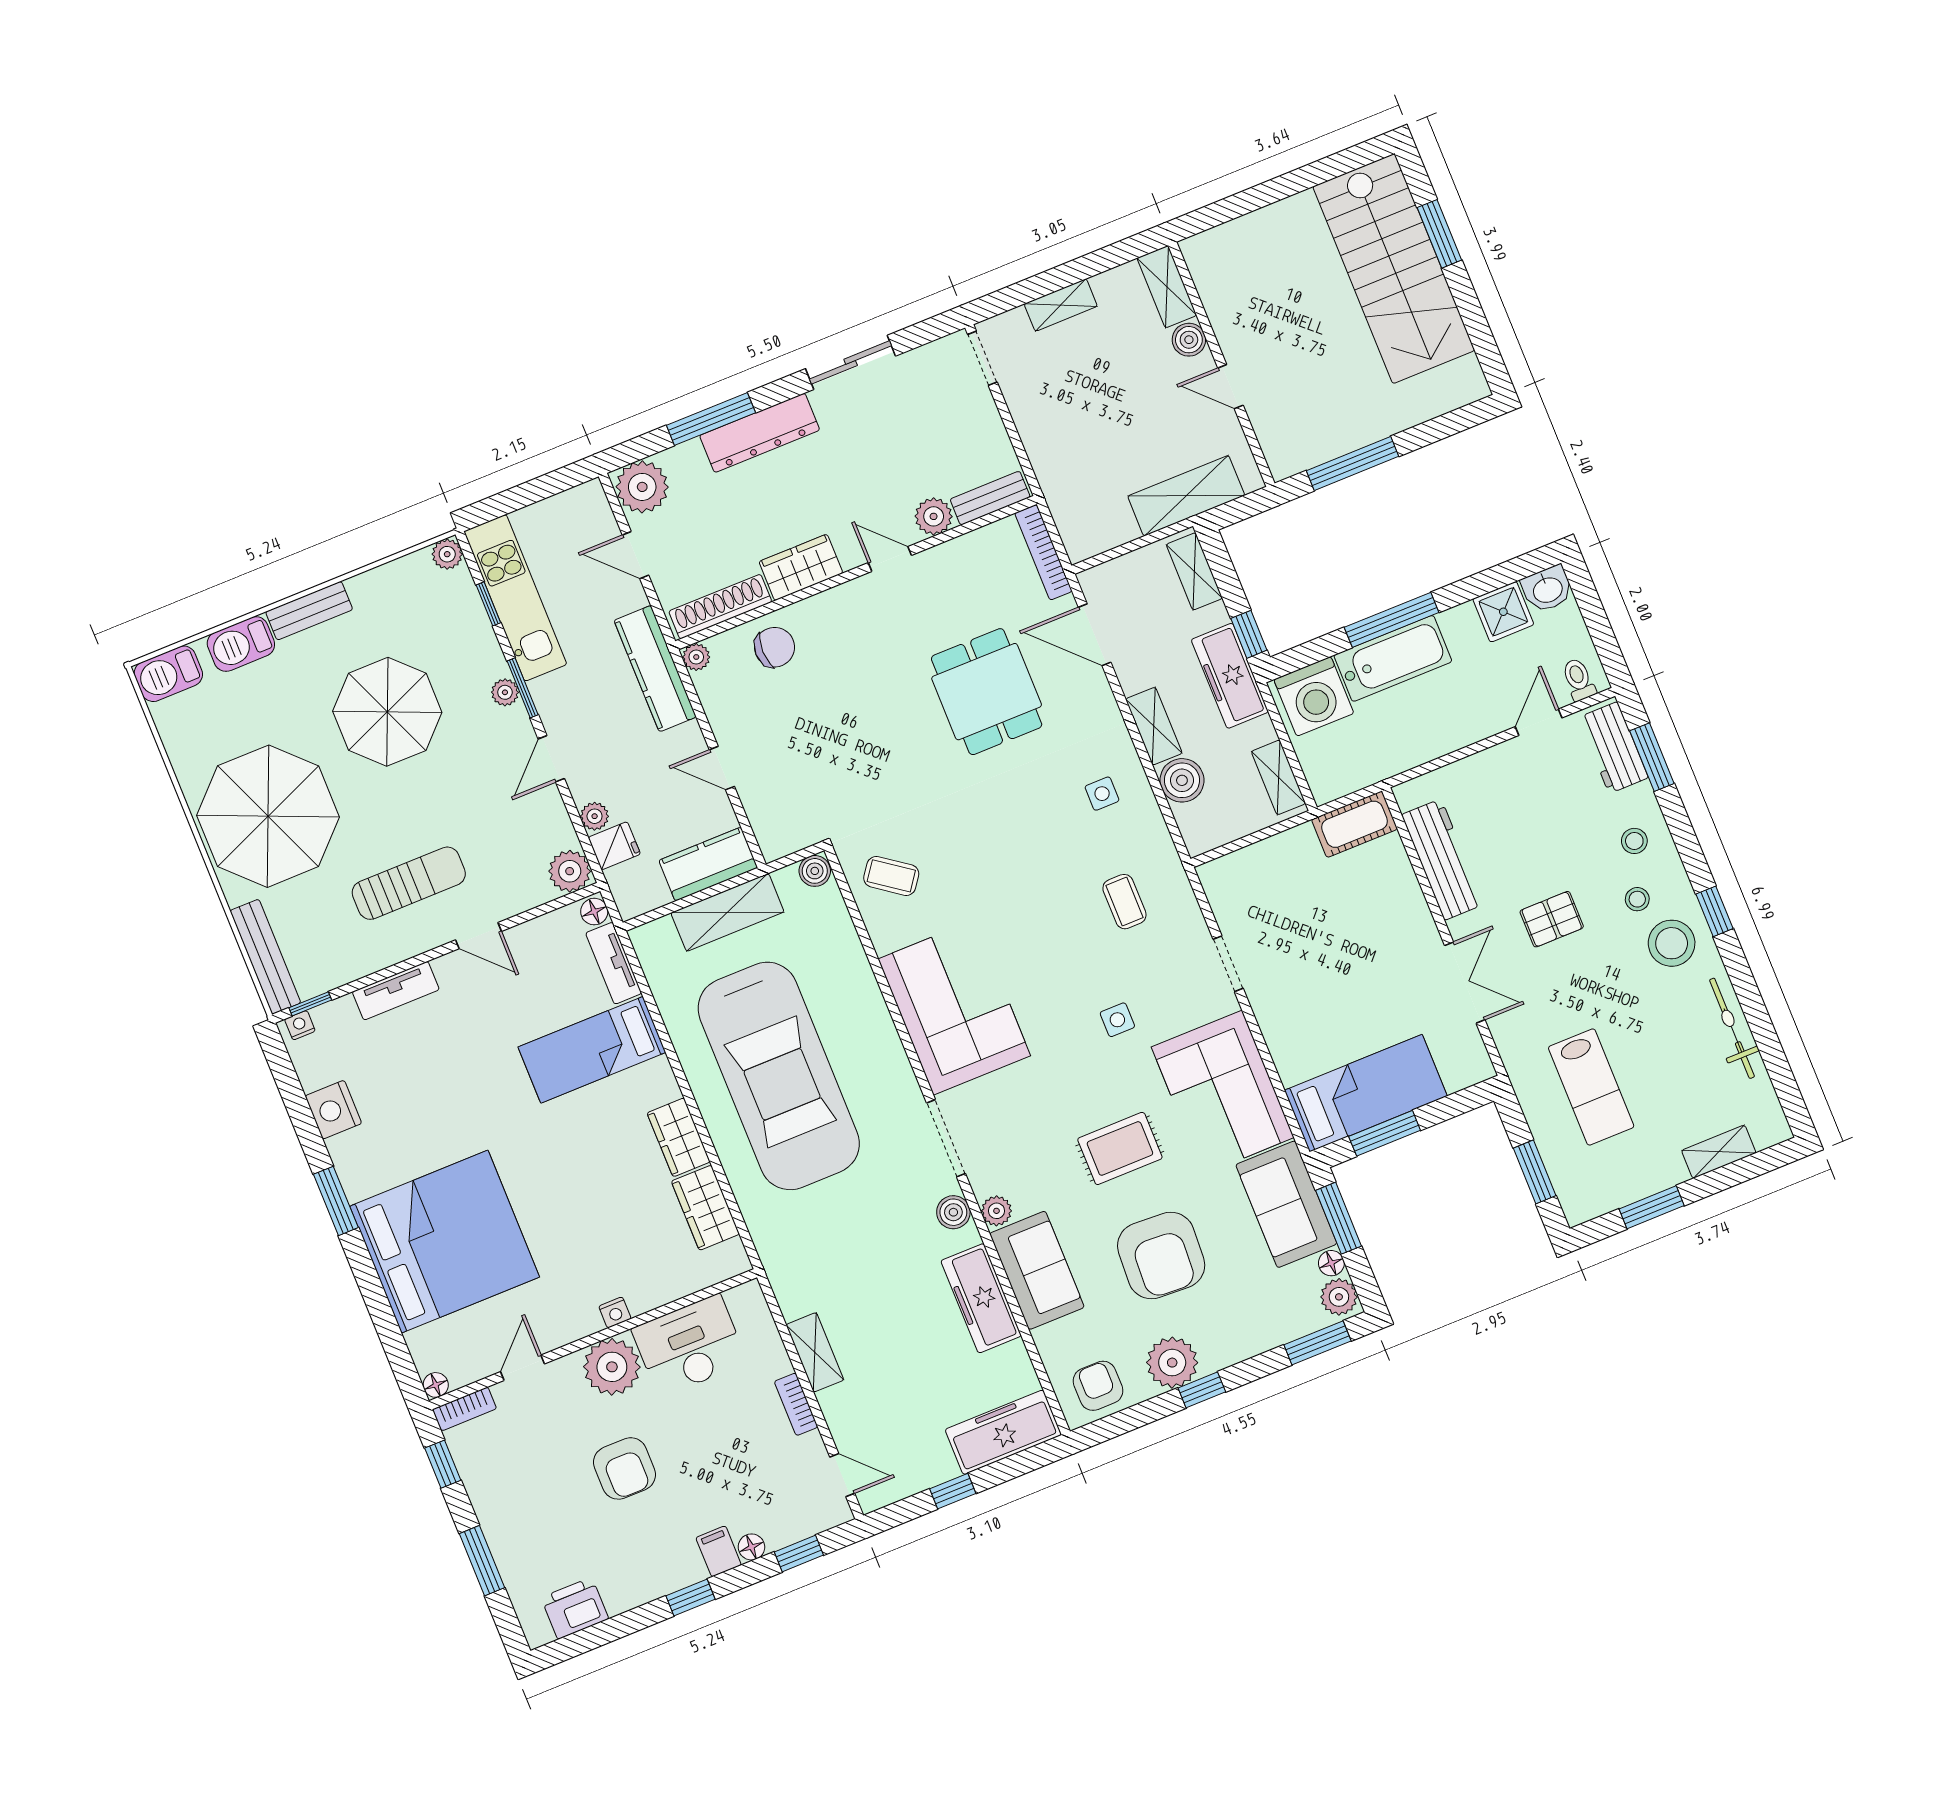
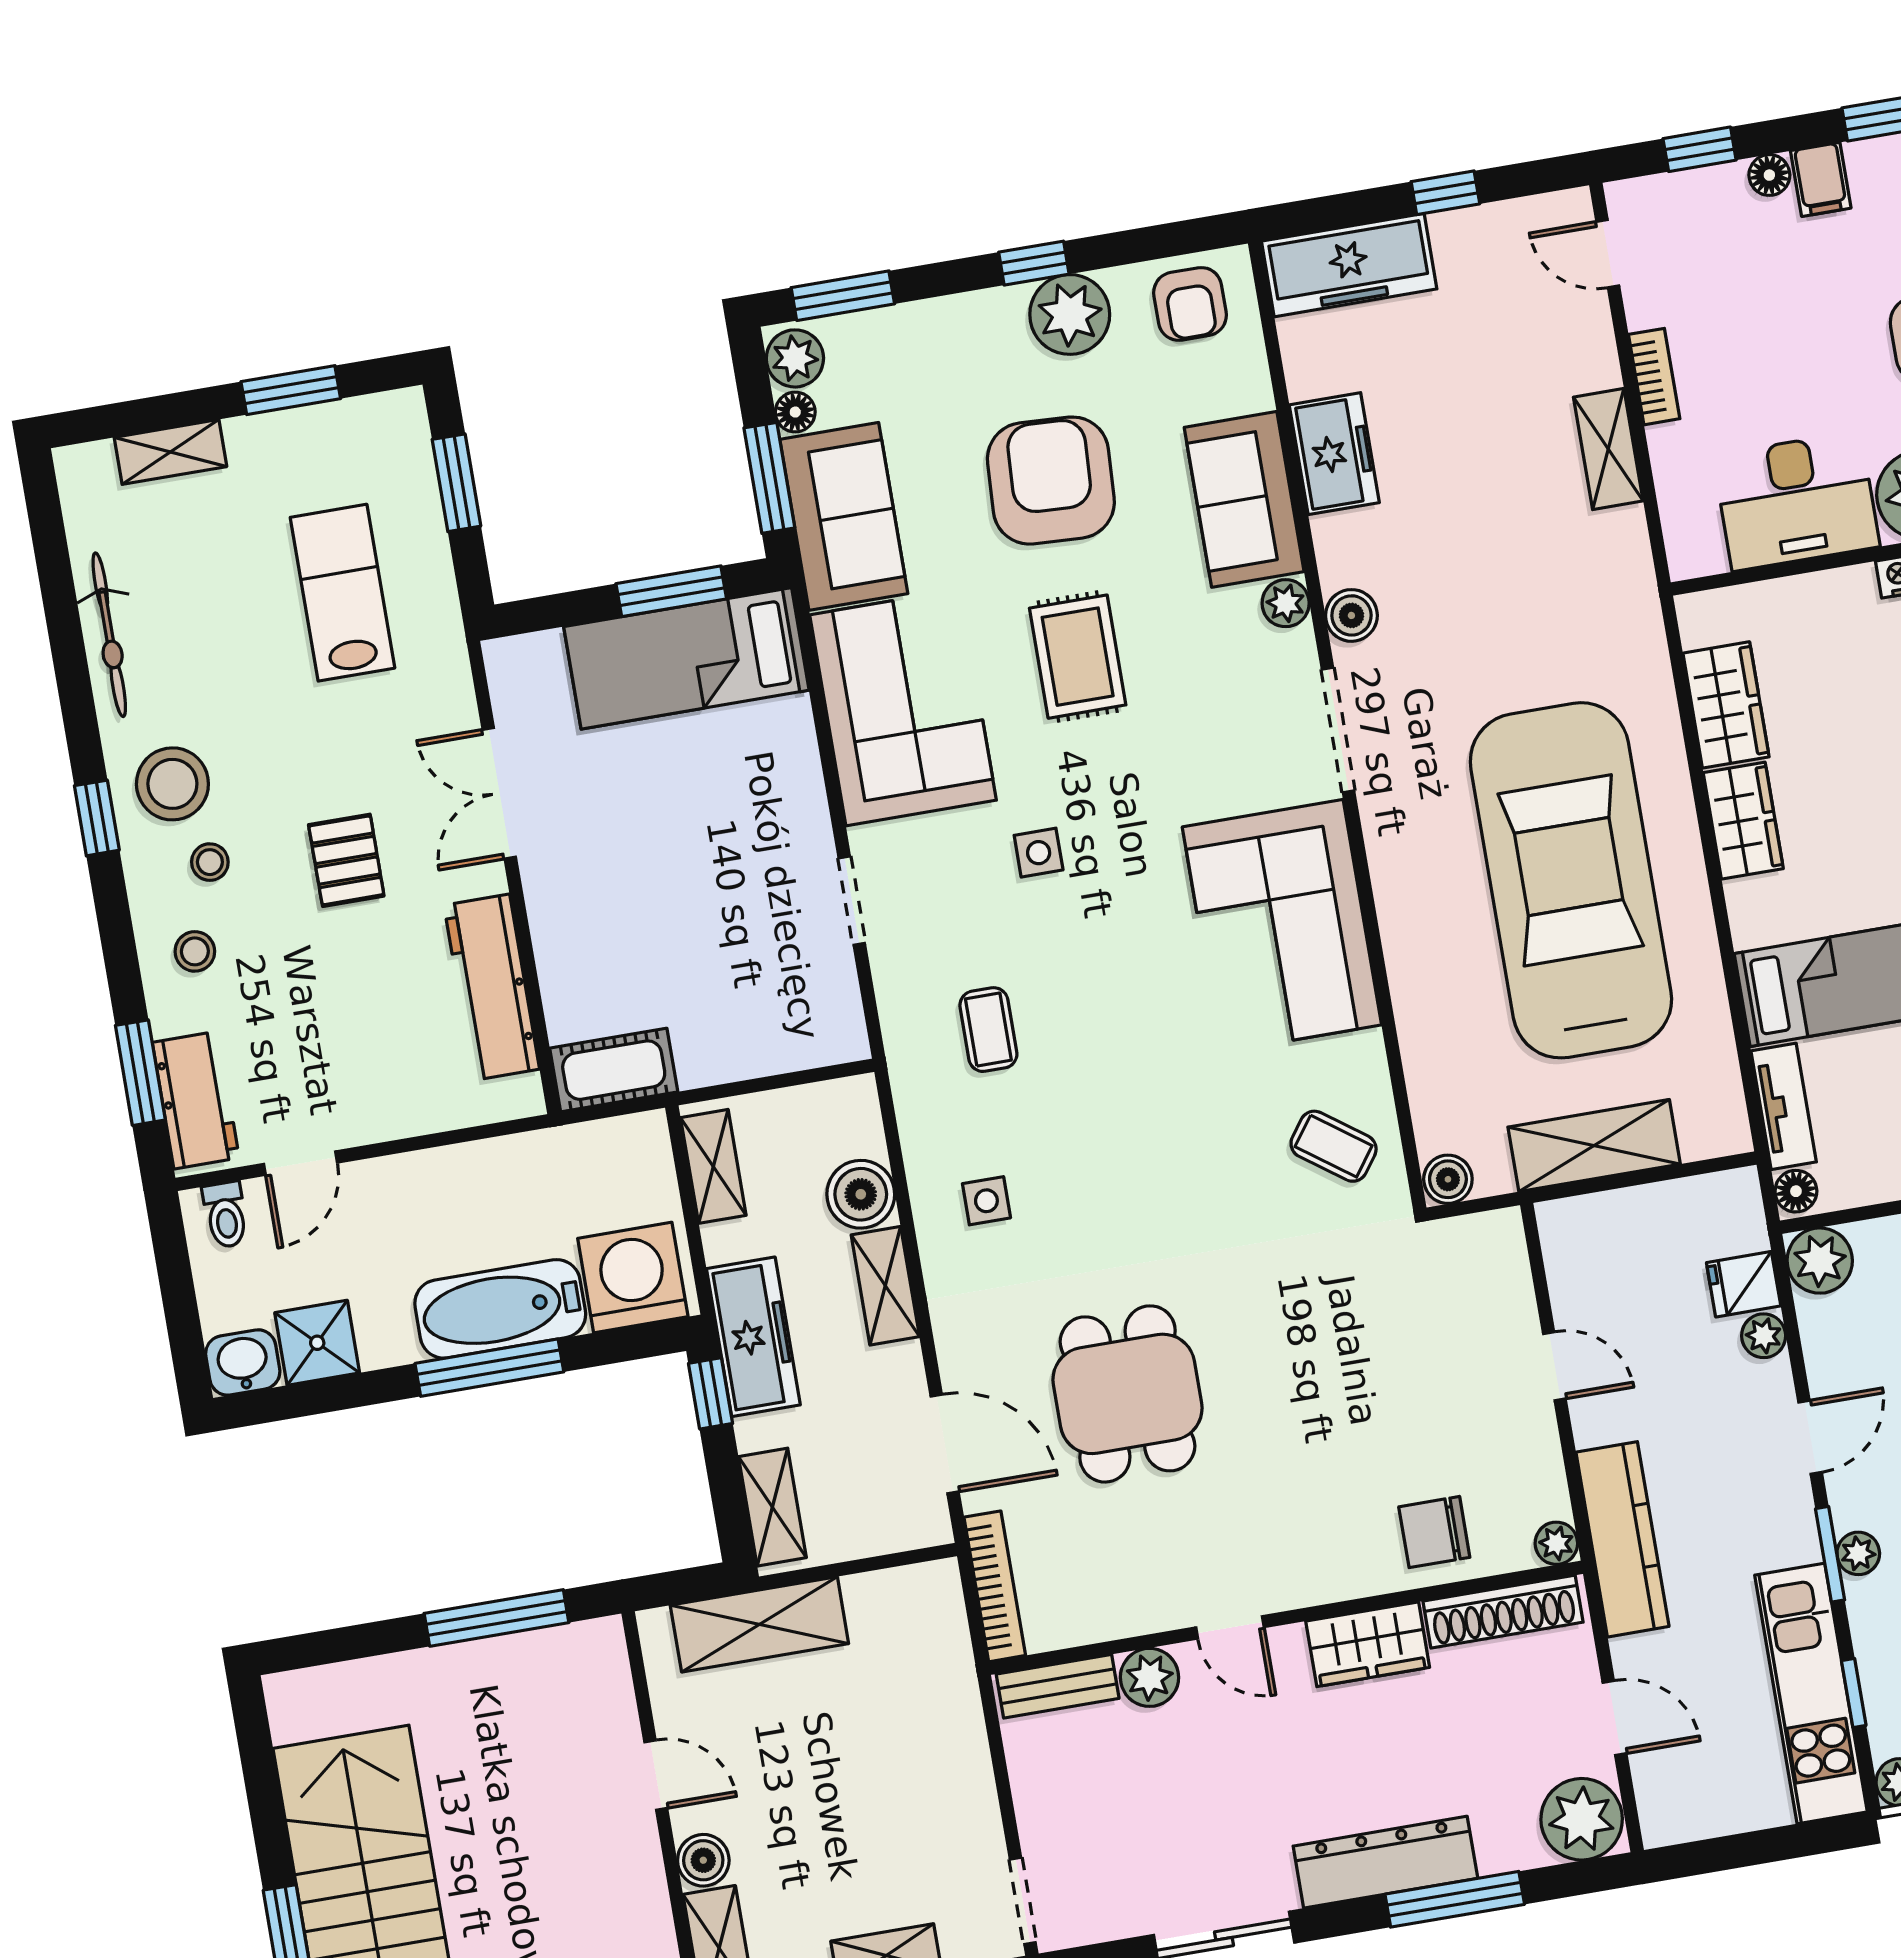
kitchen counter: (708, 864) -> (1607, 1225), removed
pallet: (1552, 919) -> (346, 860), turned 90
rug: (1120, 1148) -> (1078, 657), turned 90
freezer: (981, 1298) -> (1334, 454), width x0.71

